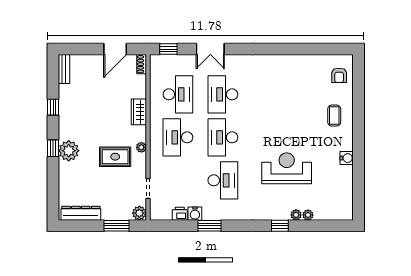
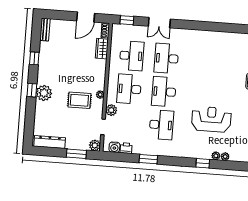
wardrobe: (139, 112) -> (102, 49), moved
plant: (157, 166) -> (111, 110), added
water cooler: (195, 214) -> (114, 147), moved

